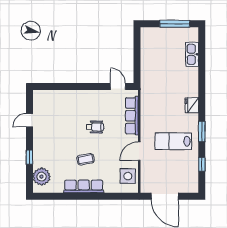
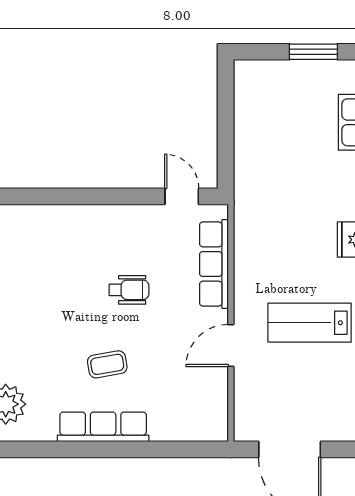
window: (175, 24) -> (313, 52), width x0.69
side table: (128, 176) -> (205, 403), removed

